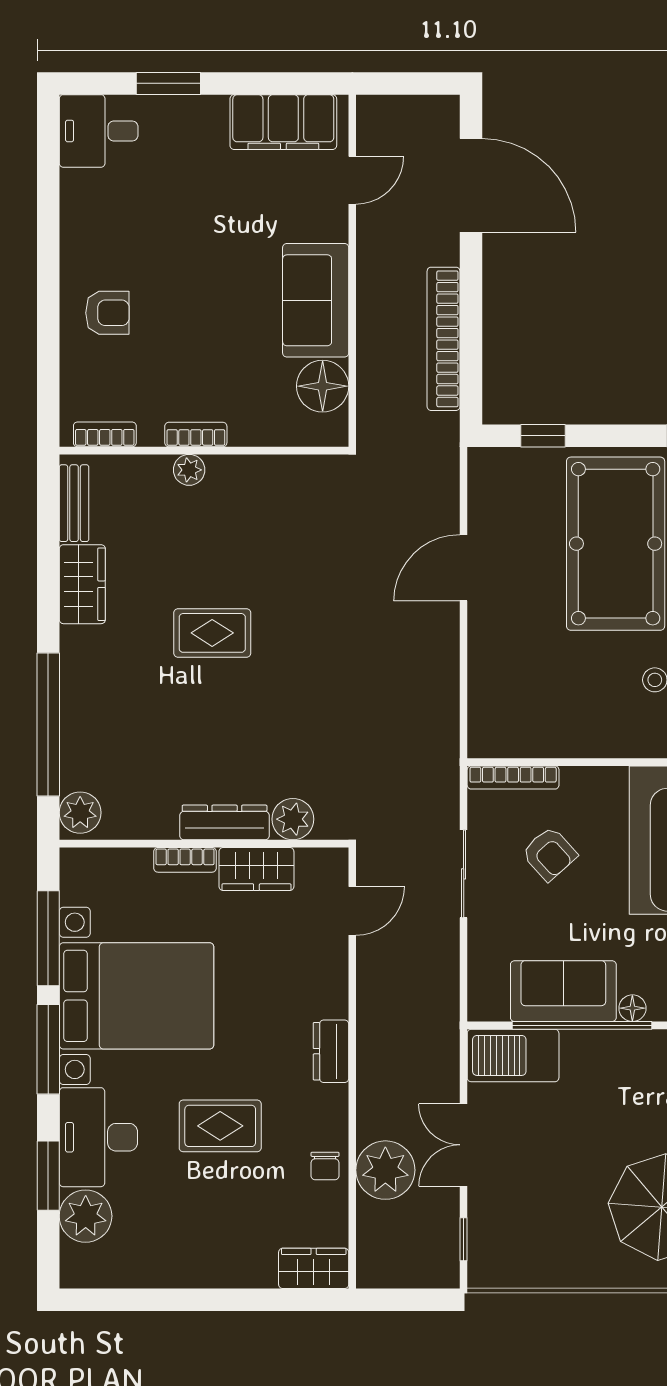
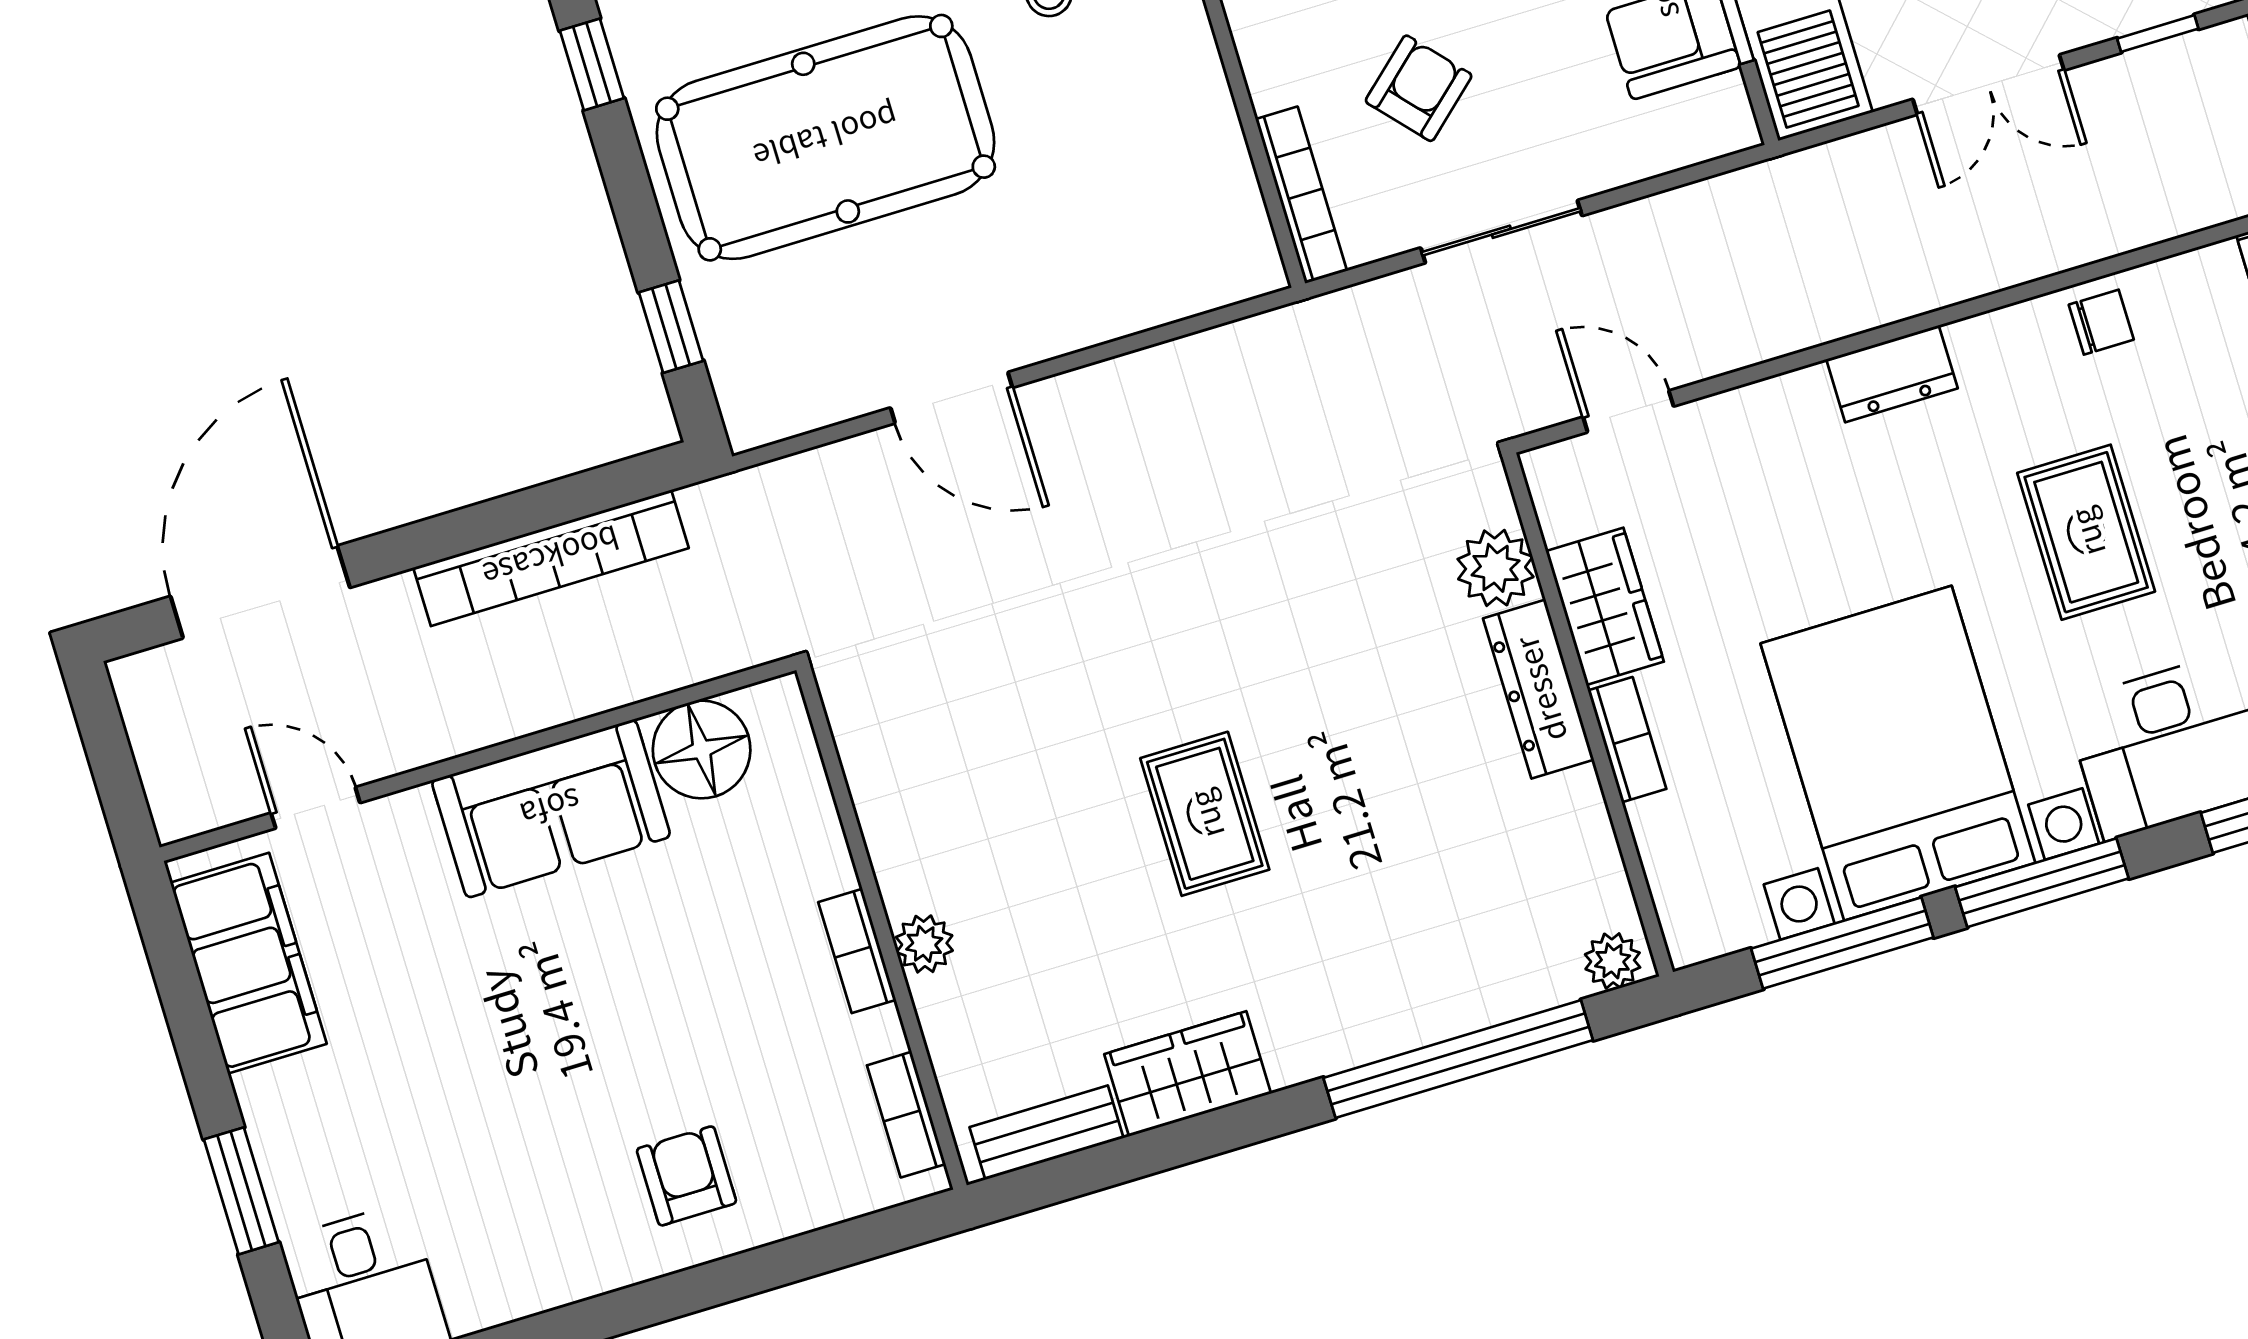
plant: (80, 813) -> (1613, 961), width x0.73, depth x0.73
plant: (385, 1170) -> (2076, 211), removed

